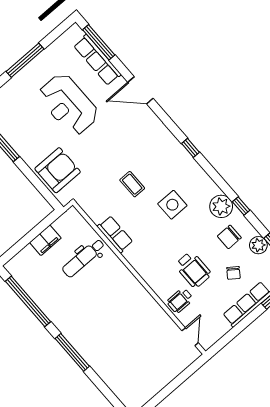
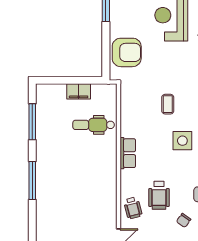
row of seats: (115, 234) -> (128, 153), moved
wheelchair: (180, 300) -> (133, 208), turned -105
window: (28, 301) -> (32, 122), width x0.68

